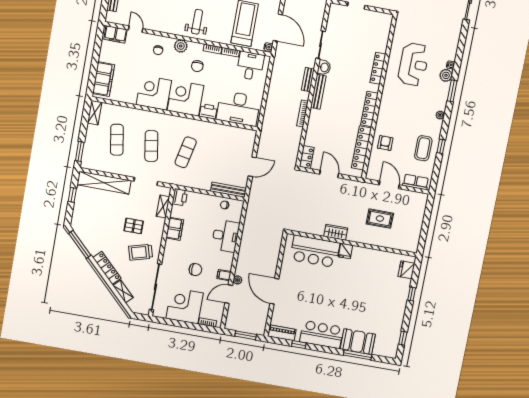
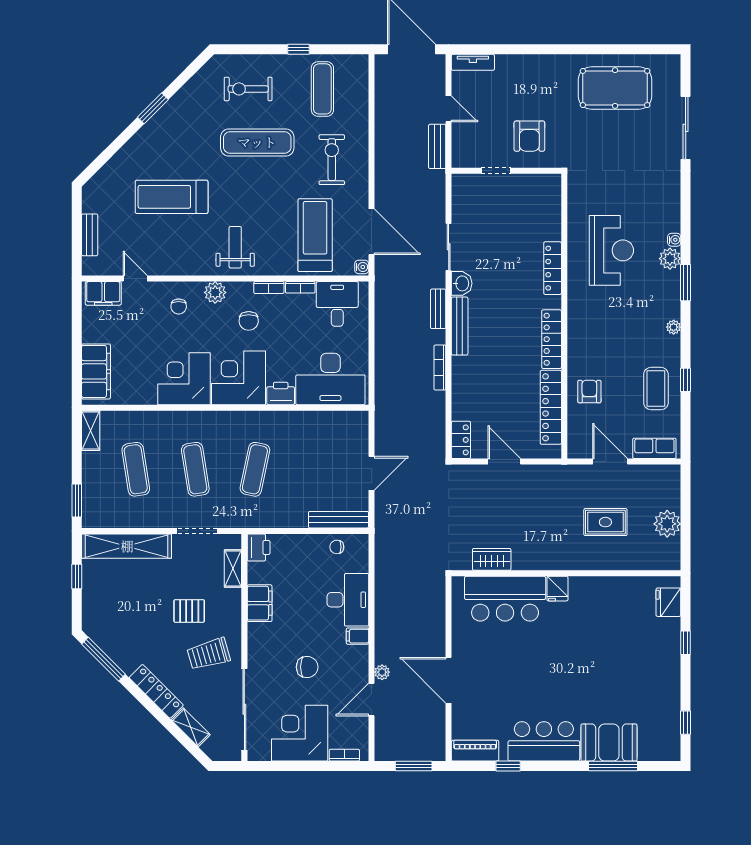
plant: (415, 226) -> (667, 524), added
wardrobe: (336, 232) -> (492, 559), moved
filing cabinet: (224, 275) -> (358, 636), moved

